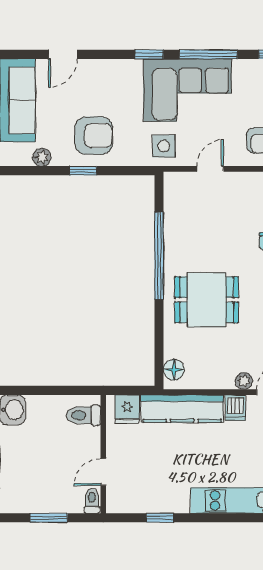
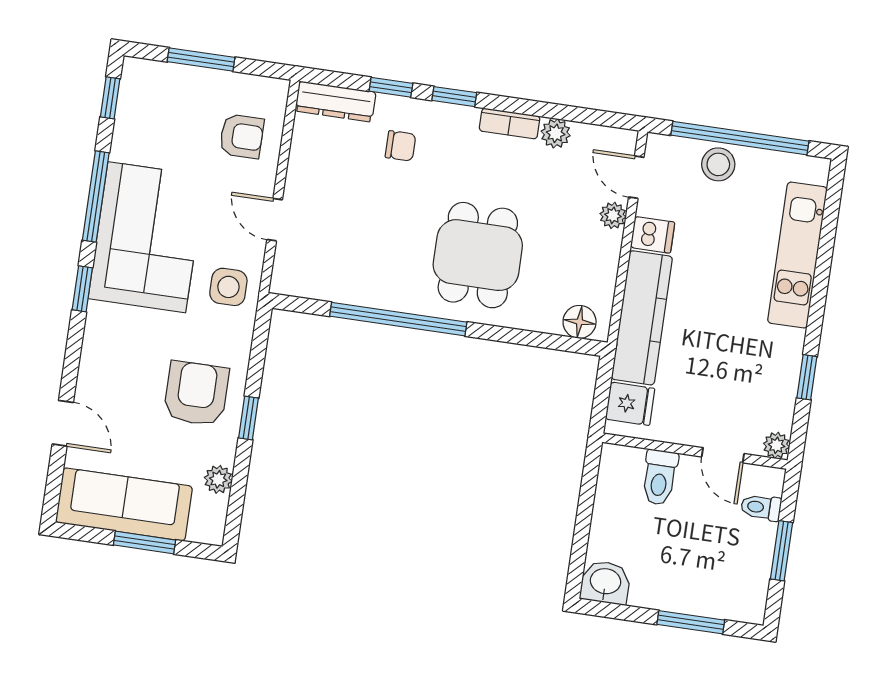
toilet: (84, 415) -> (660, 477), moved
toilet: (92, 501) -> (761, 507), moved
plant: (114, 505) -> (776, 445), added

